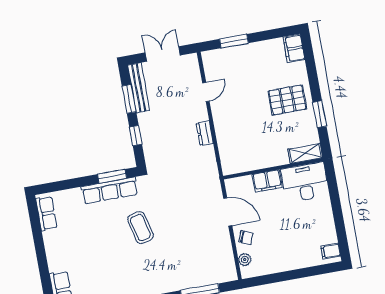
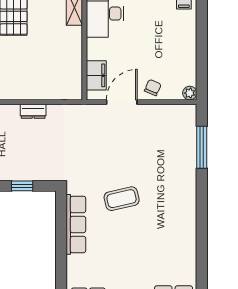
window: (112, 176) -> (61, 219), removed
filing cabinet: (267, 181) -> (96, 75), moved
plant: (245, 260) -> (190, 93), moved

